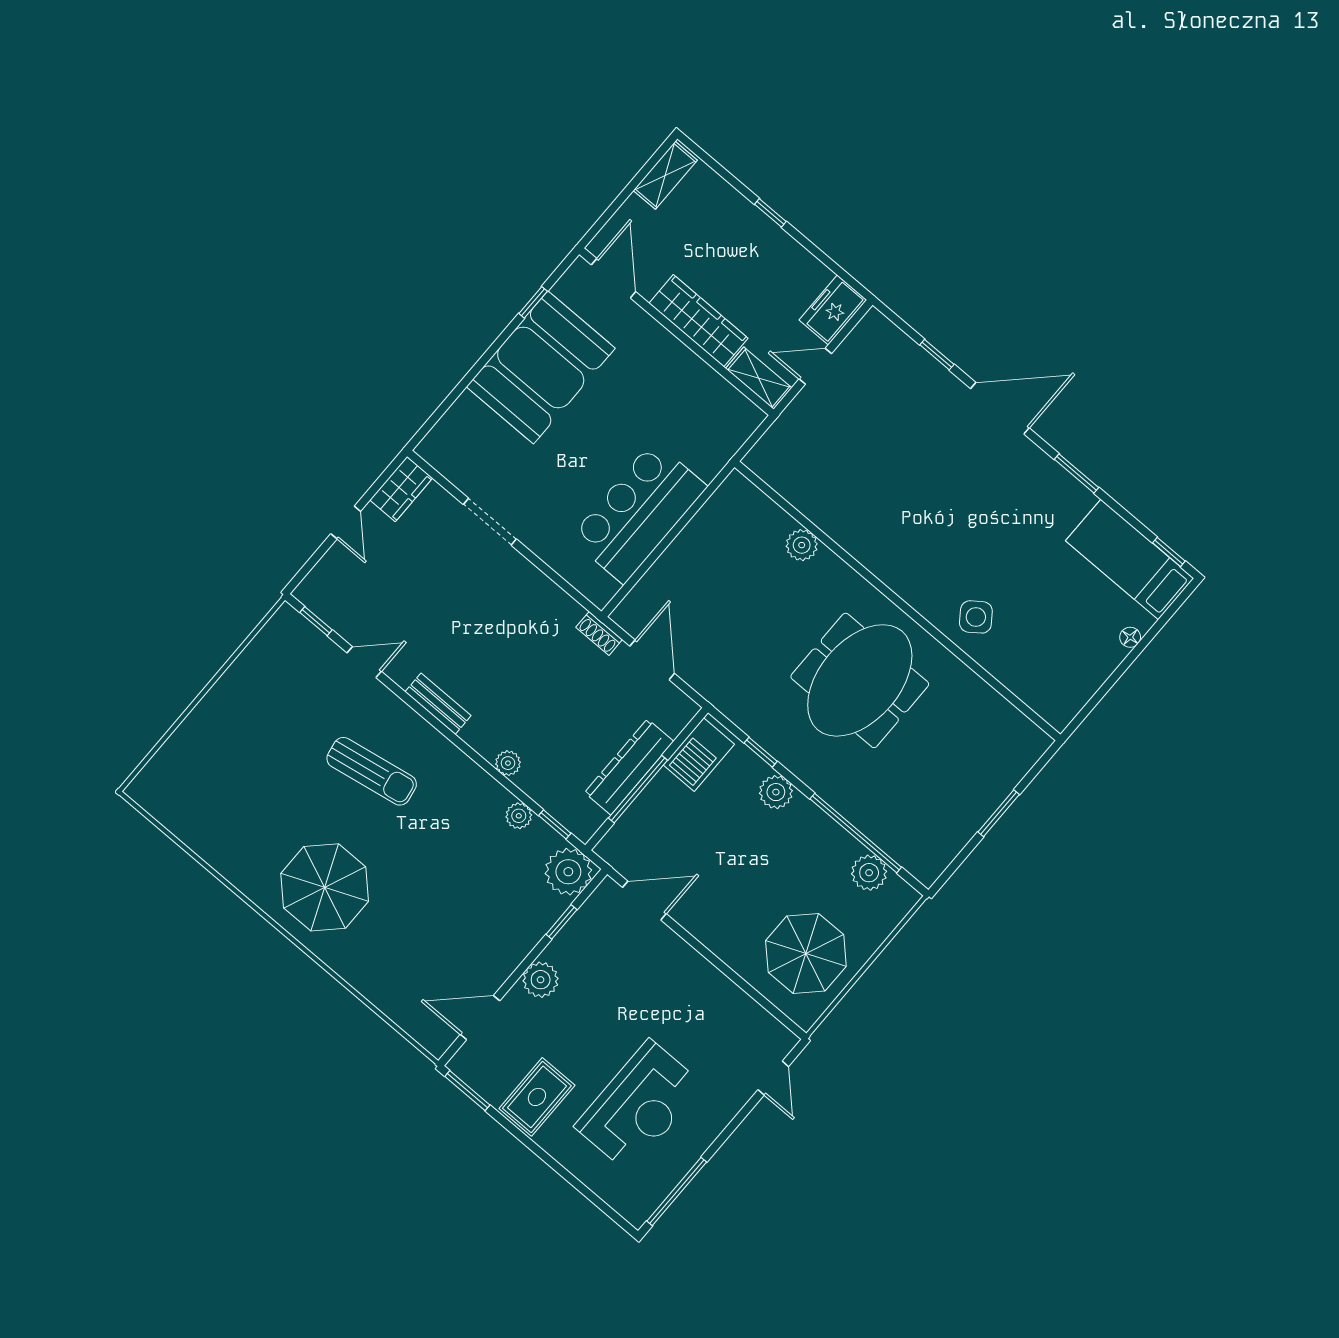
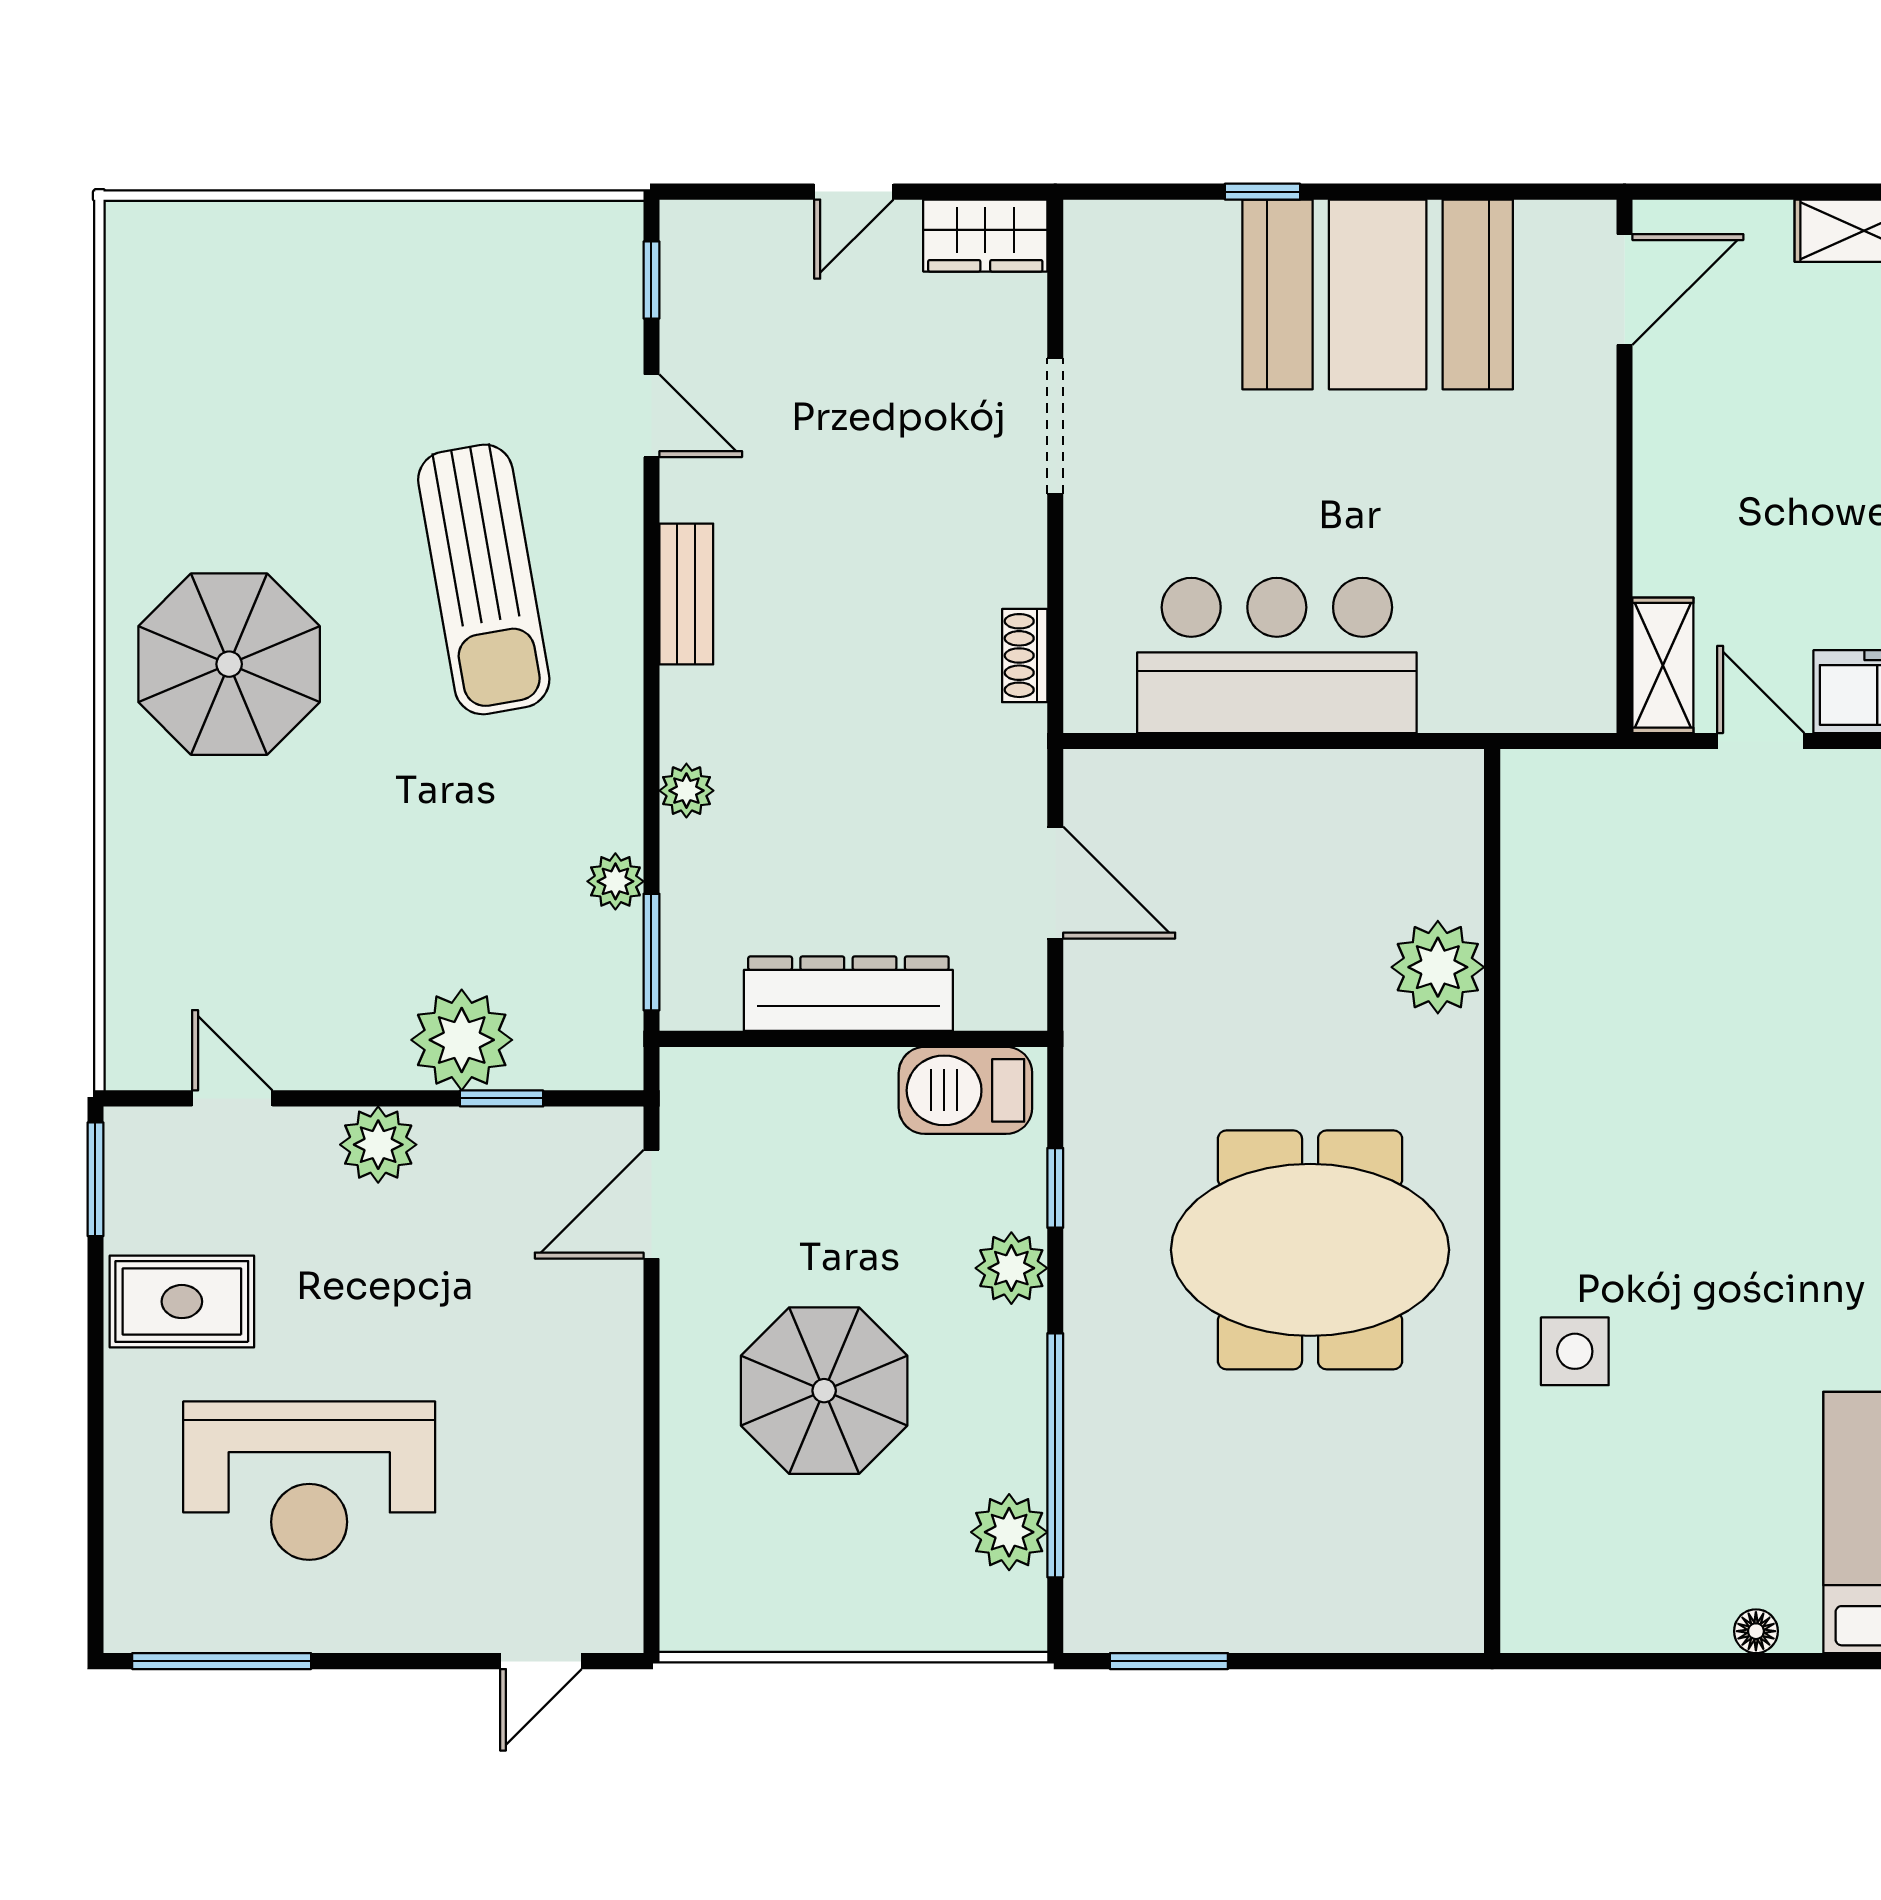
window: (533, 302) -> (1262, 192), moved
wardrobe: (699, 321) -> (1673, 487), removed
plant: (802, 545) -> (1438, 967), width x1.36, depth x1.36
side table: (976, 617) -> (1575, 1351), turned 36
shoe rack: (599, 633) -> (1025, 656), moved
door: (652, 660) -> (1055, 883), hinge flipped
sun lounger: (372, 771) -> (484, 579), width x1.36, depth x1.34
window: (638, 789) -> (824, 1039), removed
window: (999, 813) -> (1169, 1661), moved
window: (555, 824) -> (651, 952), width x1.50
plant: (568, 872) -> (462, 1040), moved
door: (644, 901) -> (651, 1204), swing flipped
parasol: (806, 954) -> (824, 1391), moved
door: (480, 1018) -> (232, 1098), width x0.73

